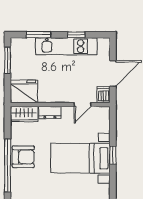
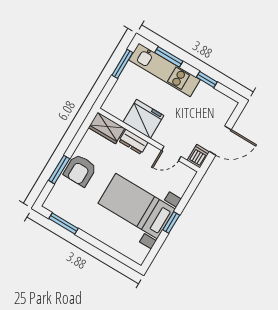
kitchen unit: (66, 46) -> (164, 70), moved
fridge: (24, 91) -> (143, 119), moved
armchair: (23, 157) -> (80, 170), turned 90
window: (8, 165) -> (59, 170), width x0.47

